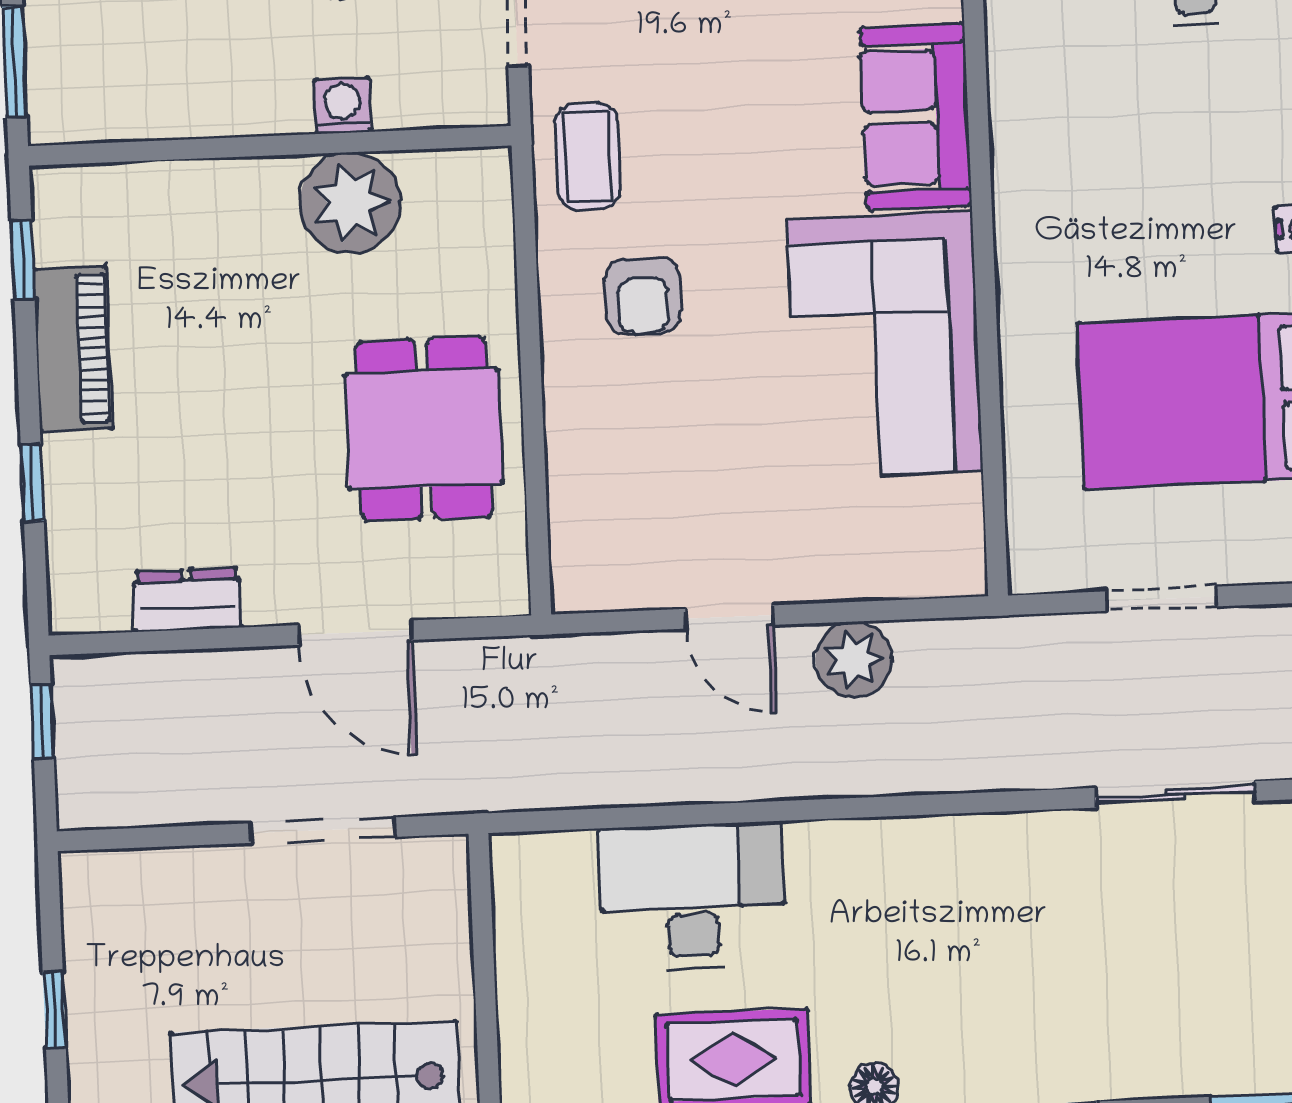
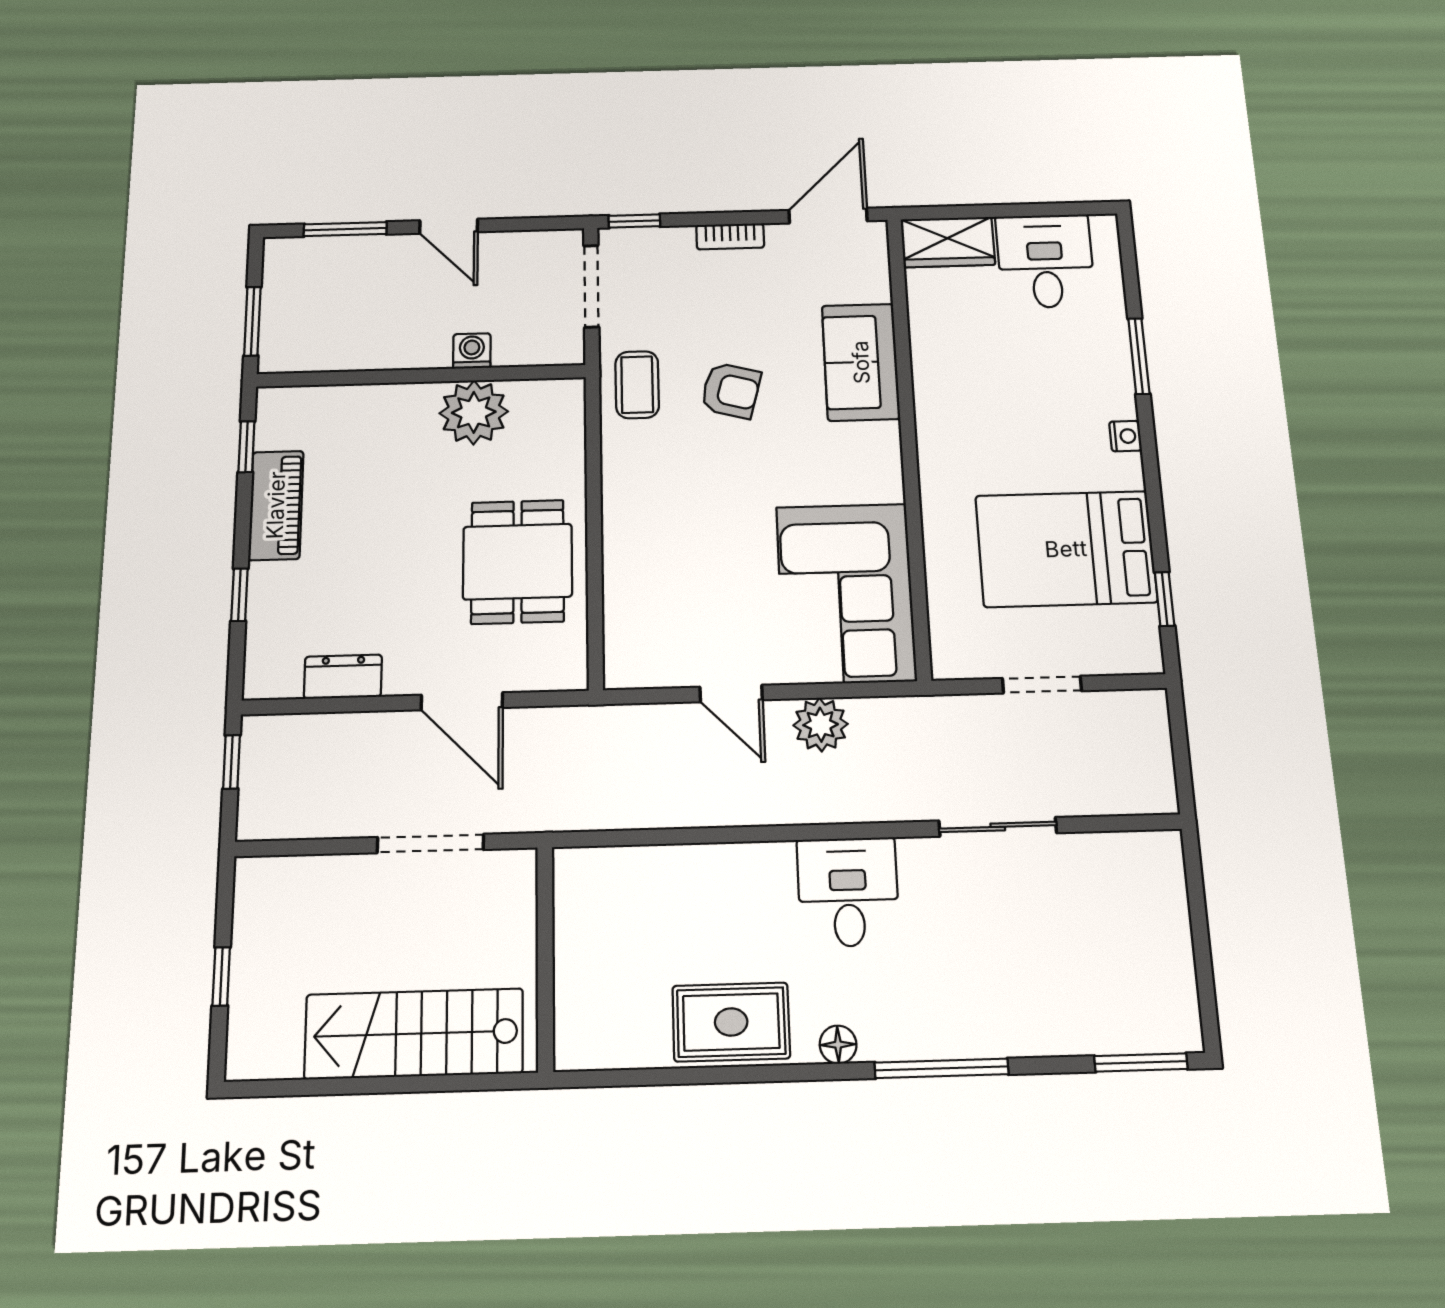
armchair: (643, 296) -> (731, 390), moved, turned -75
corner sofa: (885, 345) -> (846, 593), moved
sliding door: (1176, 794) -> (998, 827), moved
desk: (692, 896) -> (848, 892), moved, width x0.73

